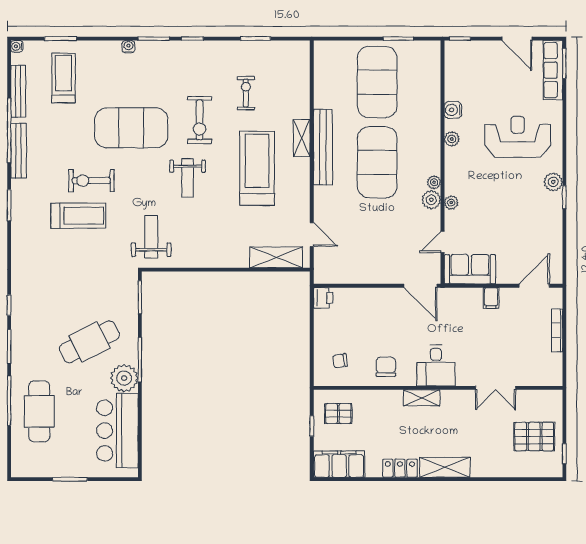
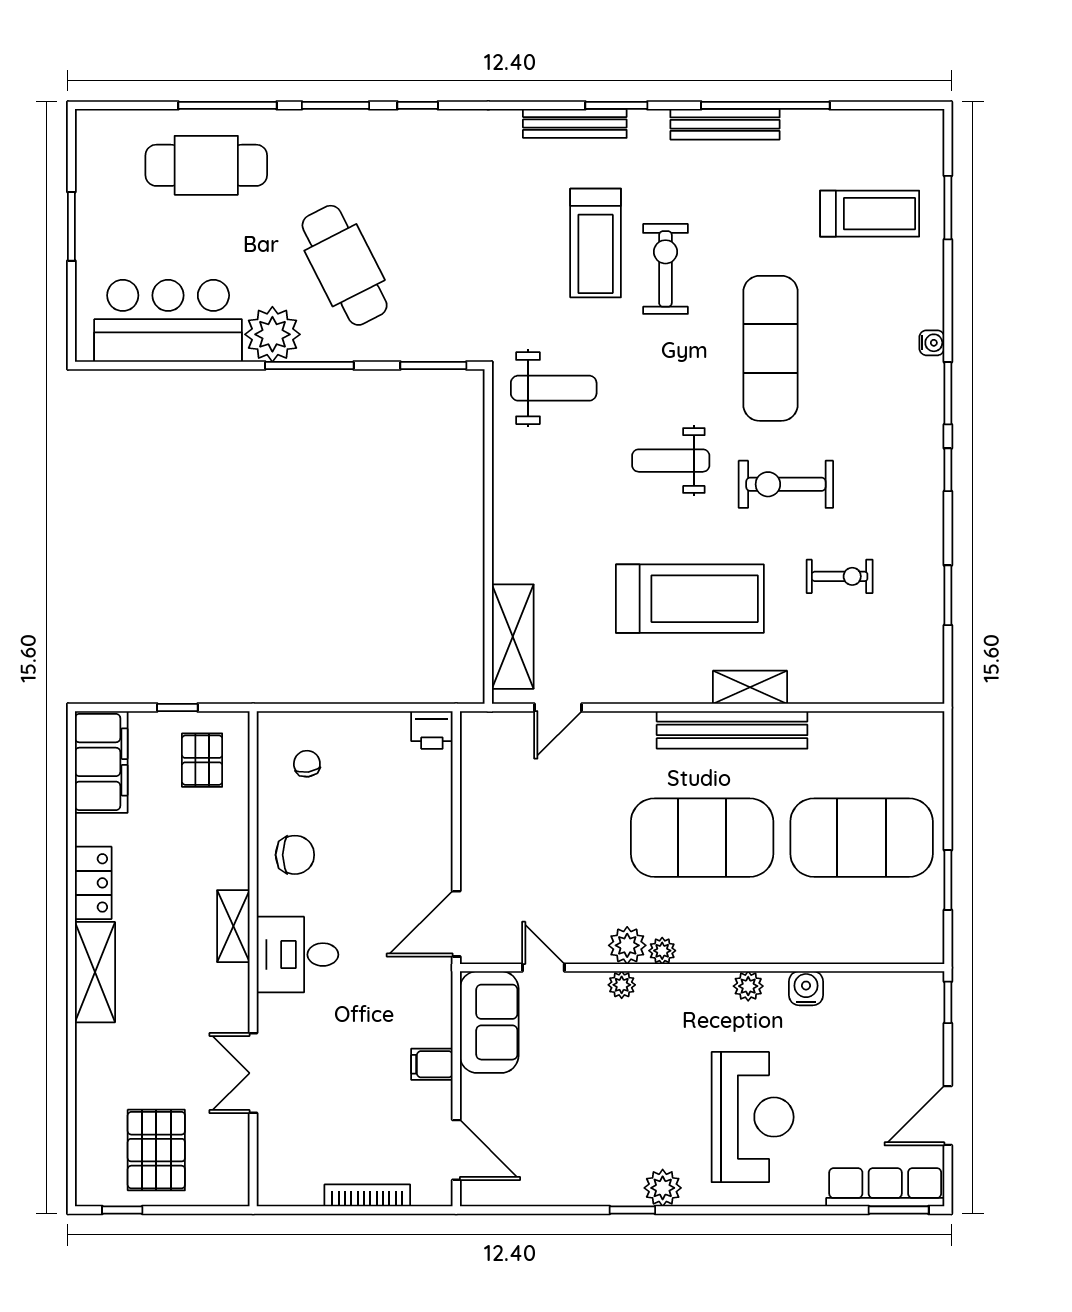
water cooler: (17, 46) -> (933, 121), removed
bench: (18, 91) -> (575, 123), moved
exercise mat: (131, 128) -> (771, 348), width x0.68

